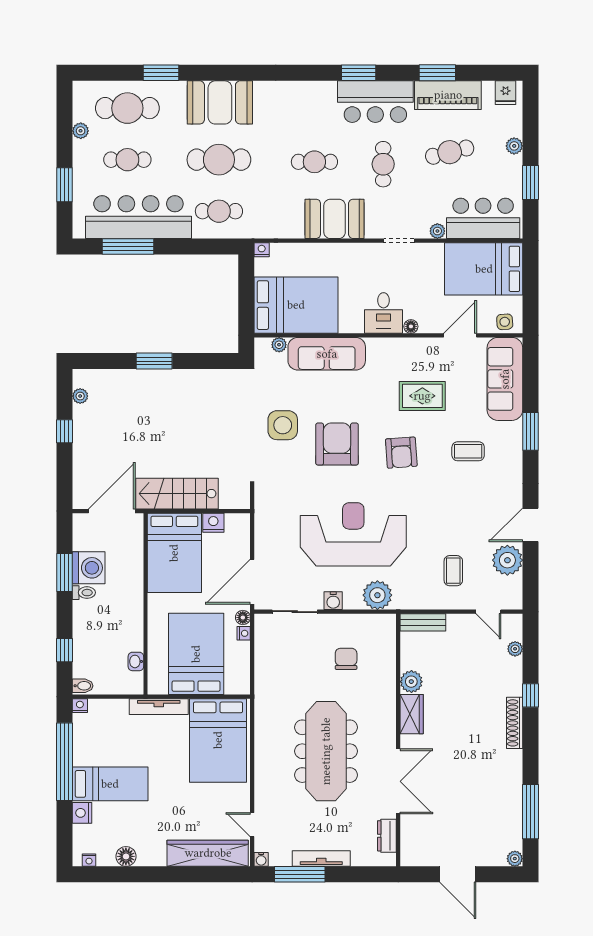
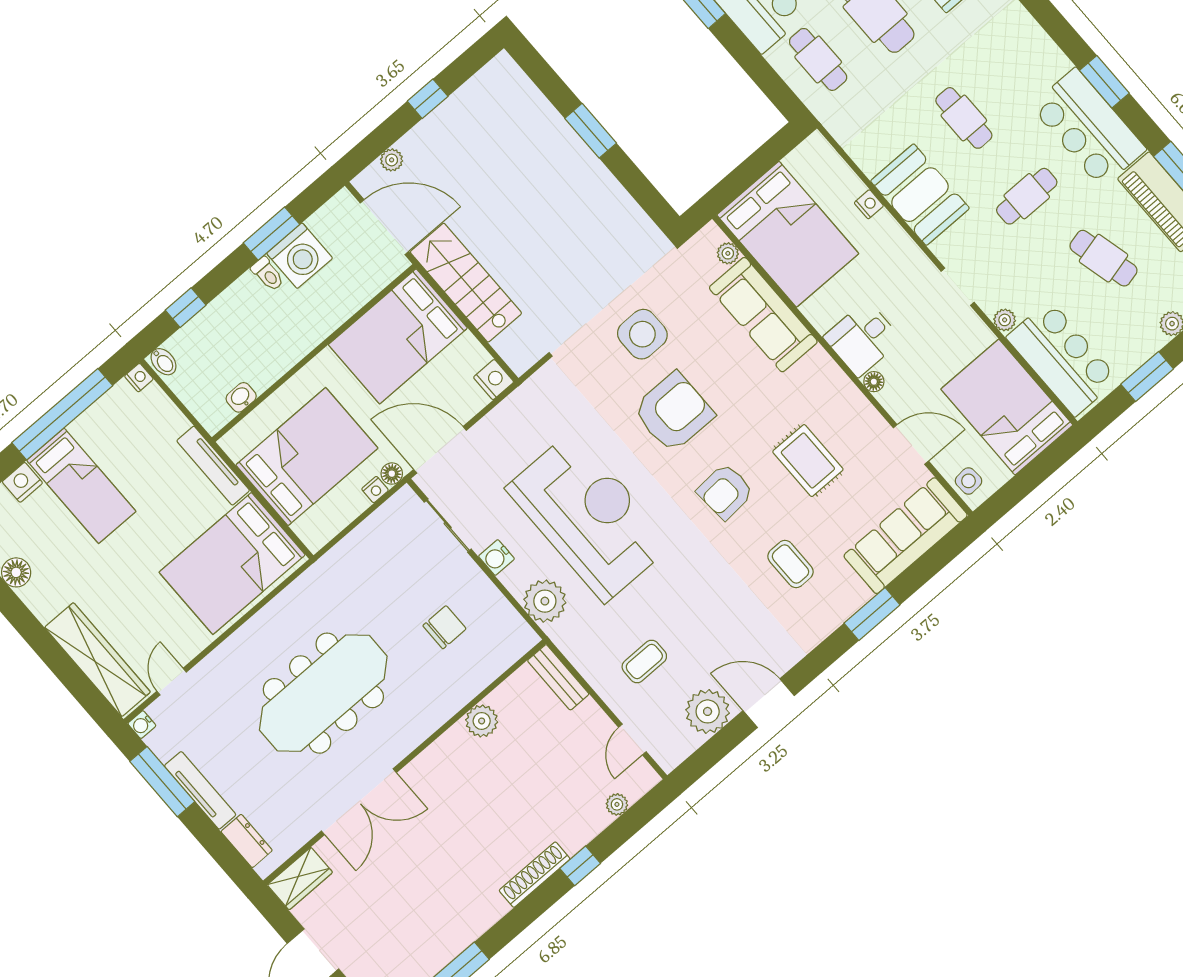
nightstand: (262, 250) -> (869, 204), moved
plant: (80, 396) -> (392, 160), moved
nightstand: (213, 523) -> (494, 380), moved
wardrobe: (412, 714) -> (300, 879), moved
dresser: (387, 836) -> (247, 841), moved, turned 90

